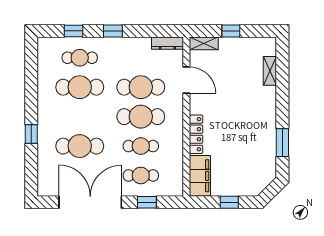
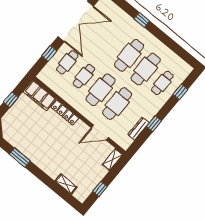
window: (113, 31) -> (154, 124), moved
window: (231, 31) -> (100, 189), moved
dresser: (167, 43) -> (138, 129), moved
cafe table: (80, 146) -> (129, 55), moved

